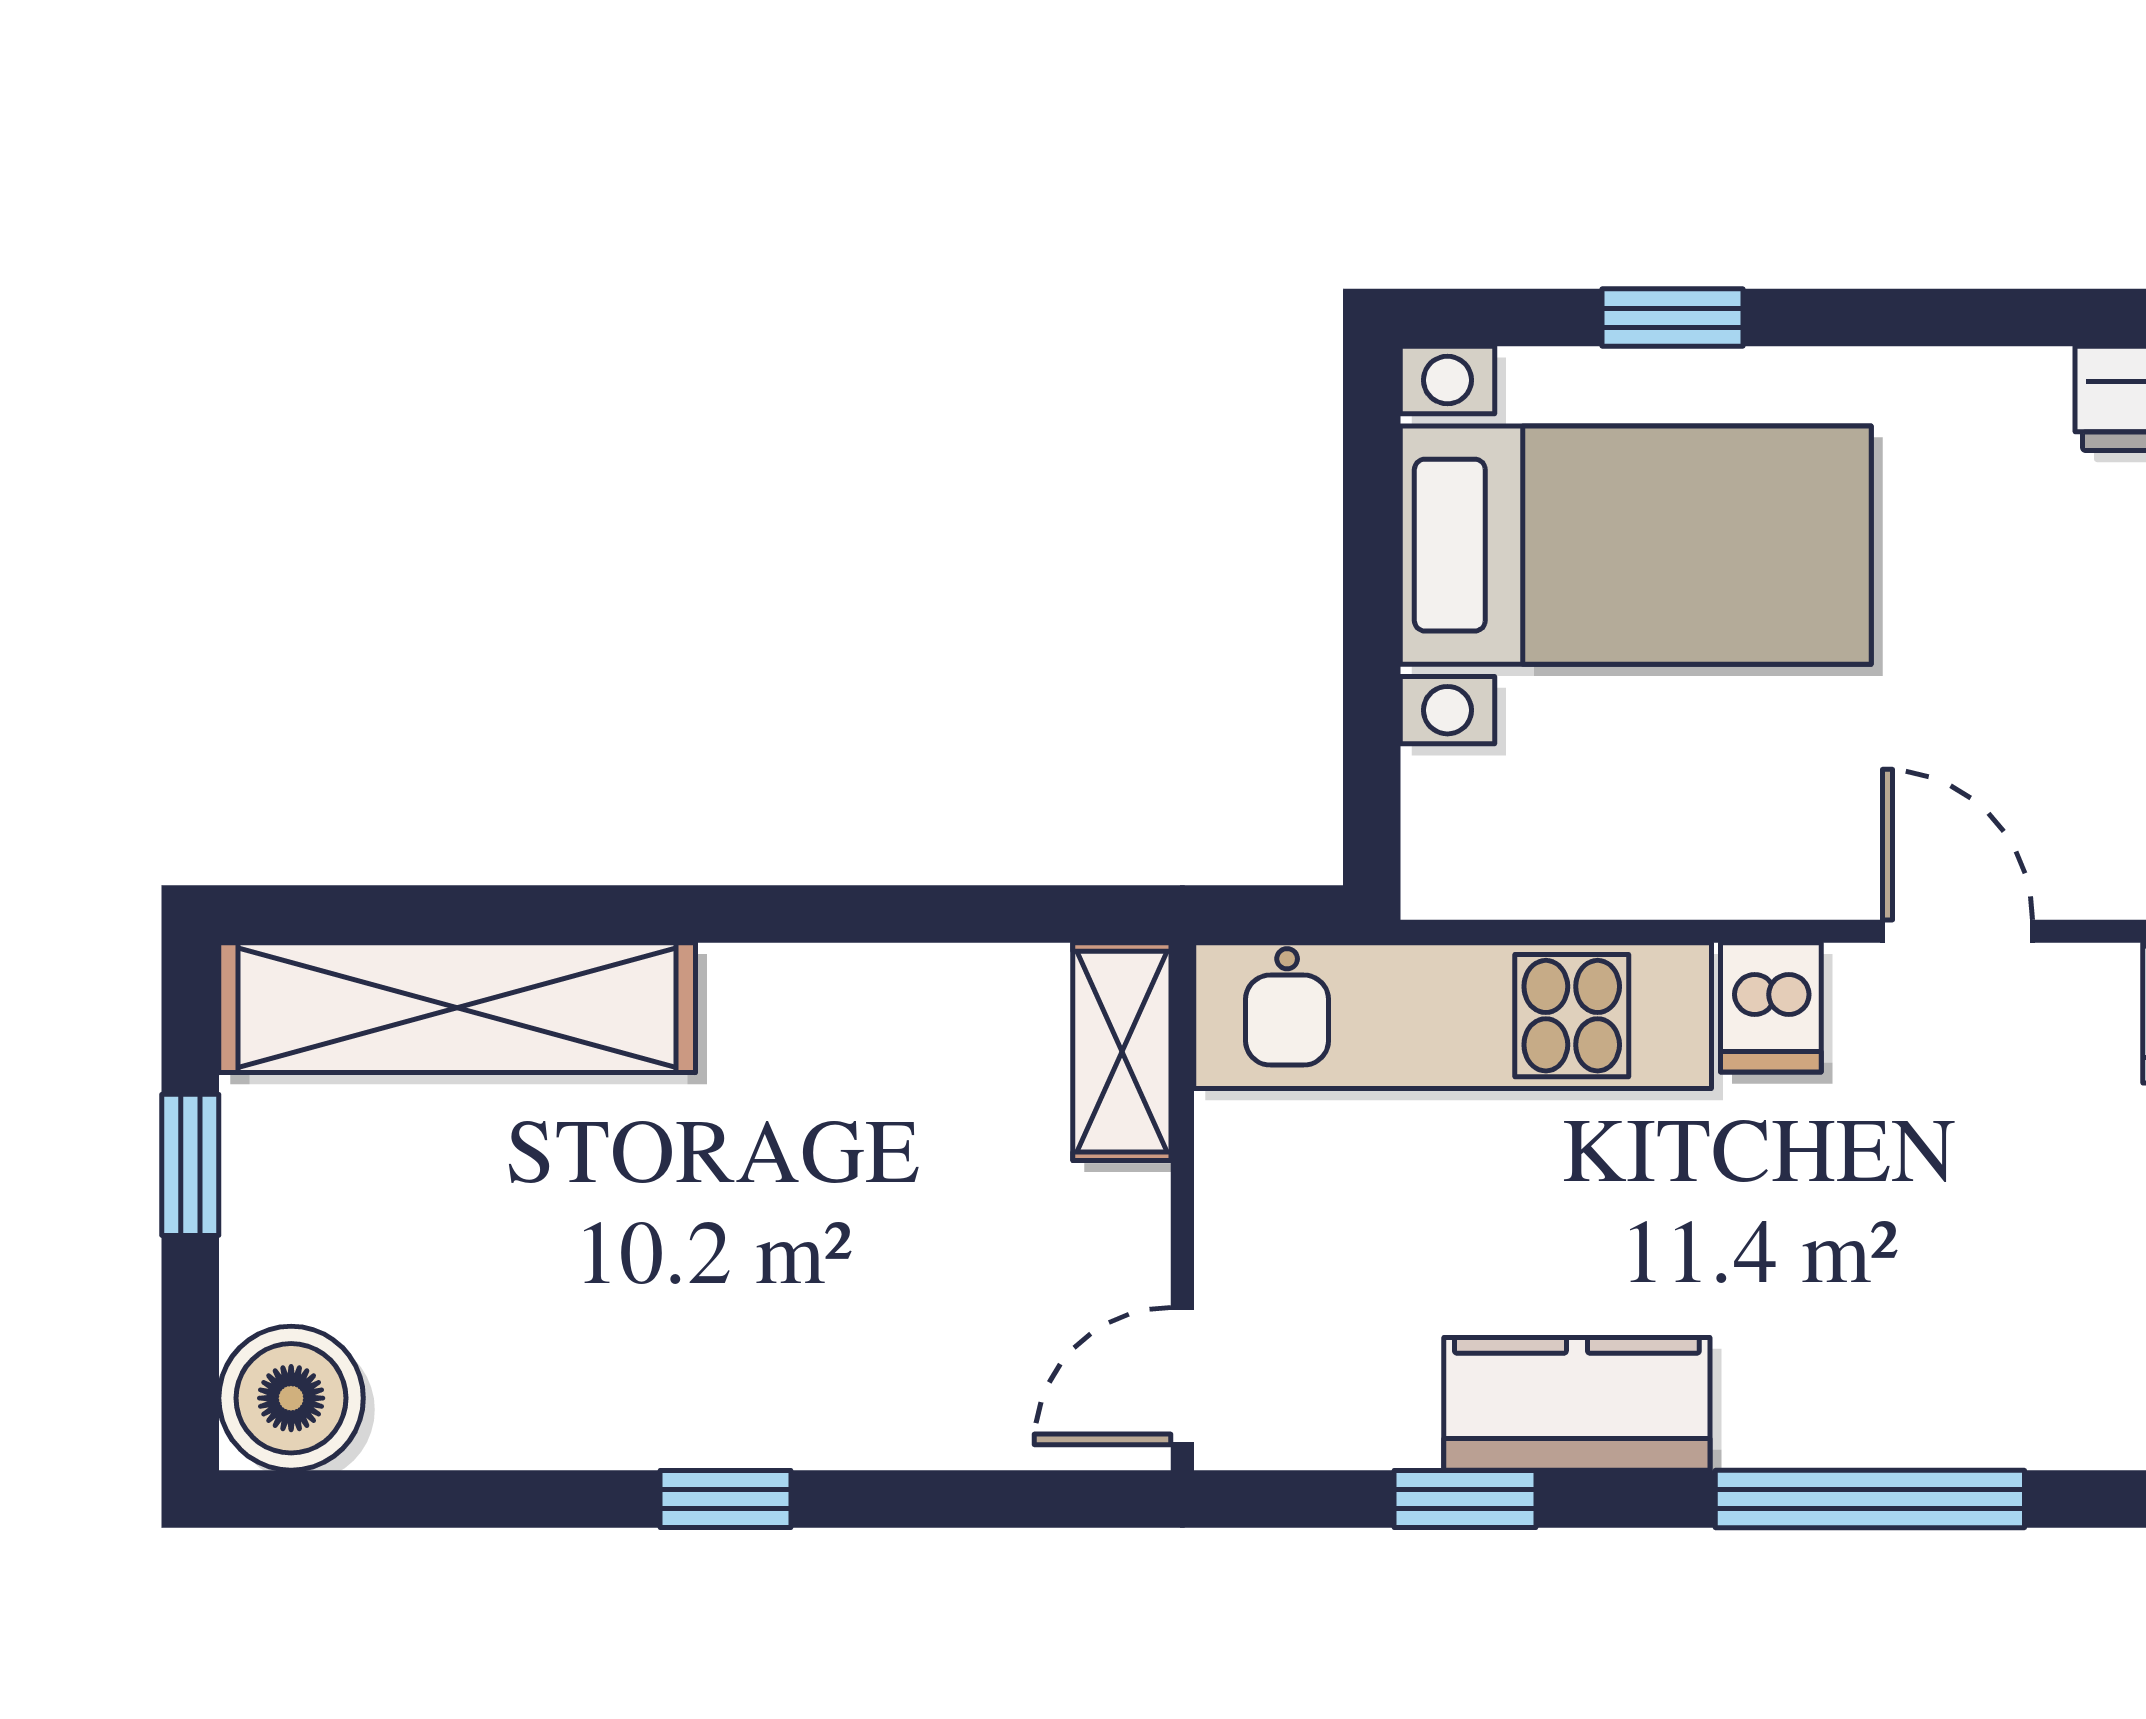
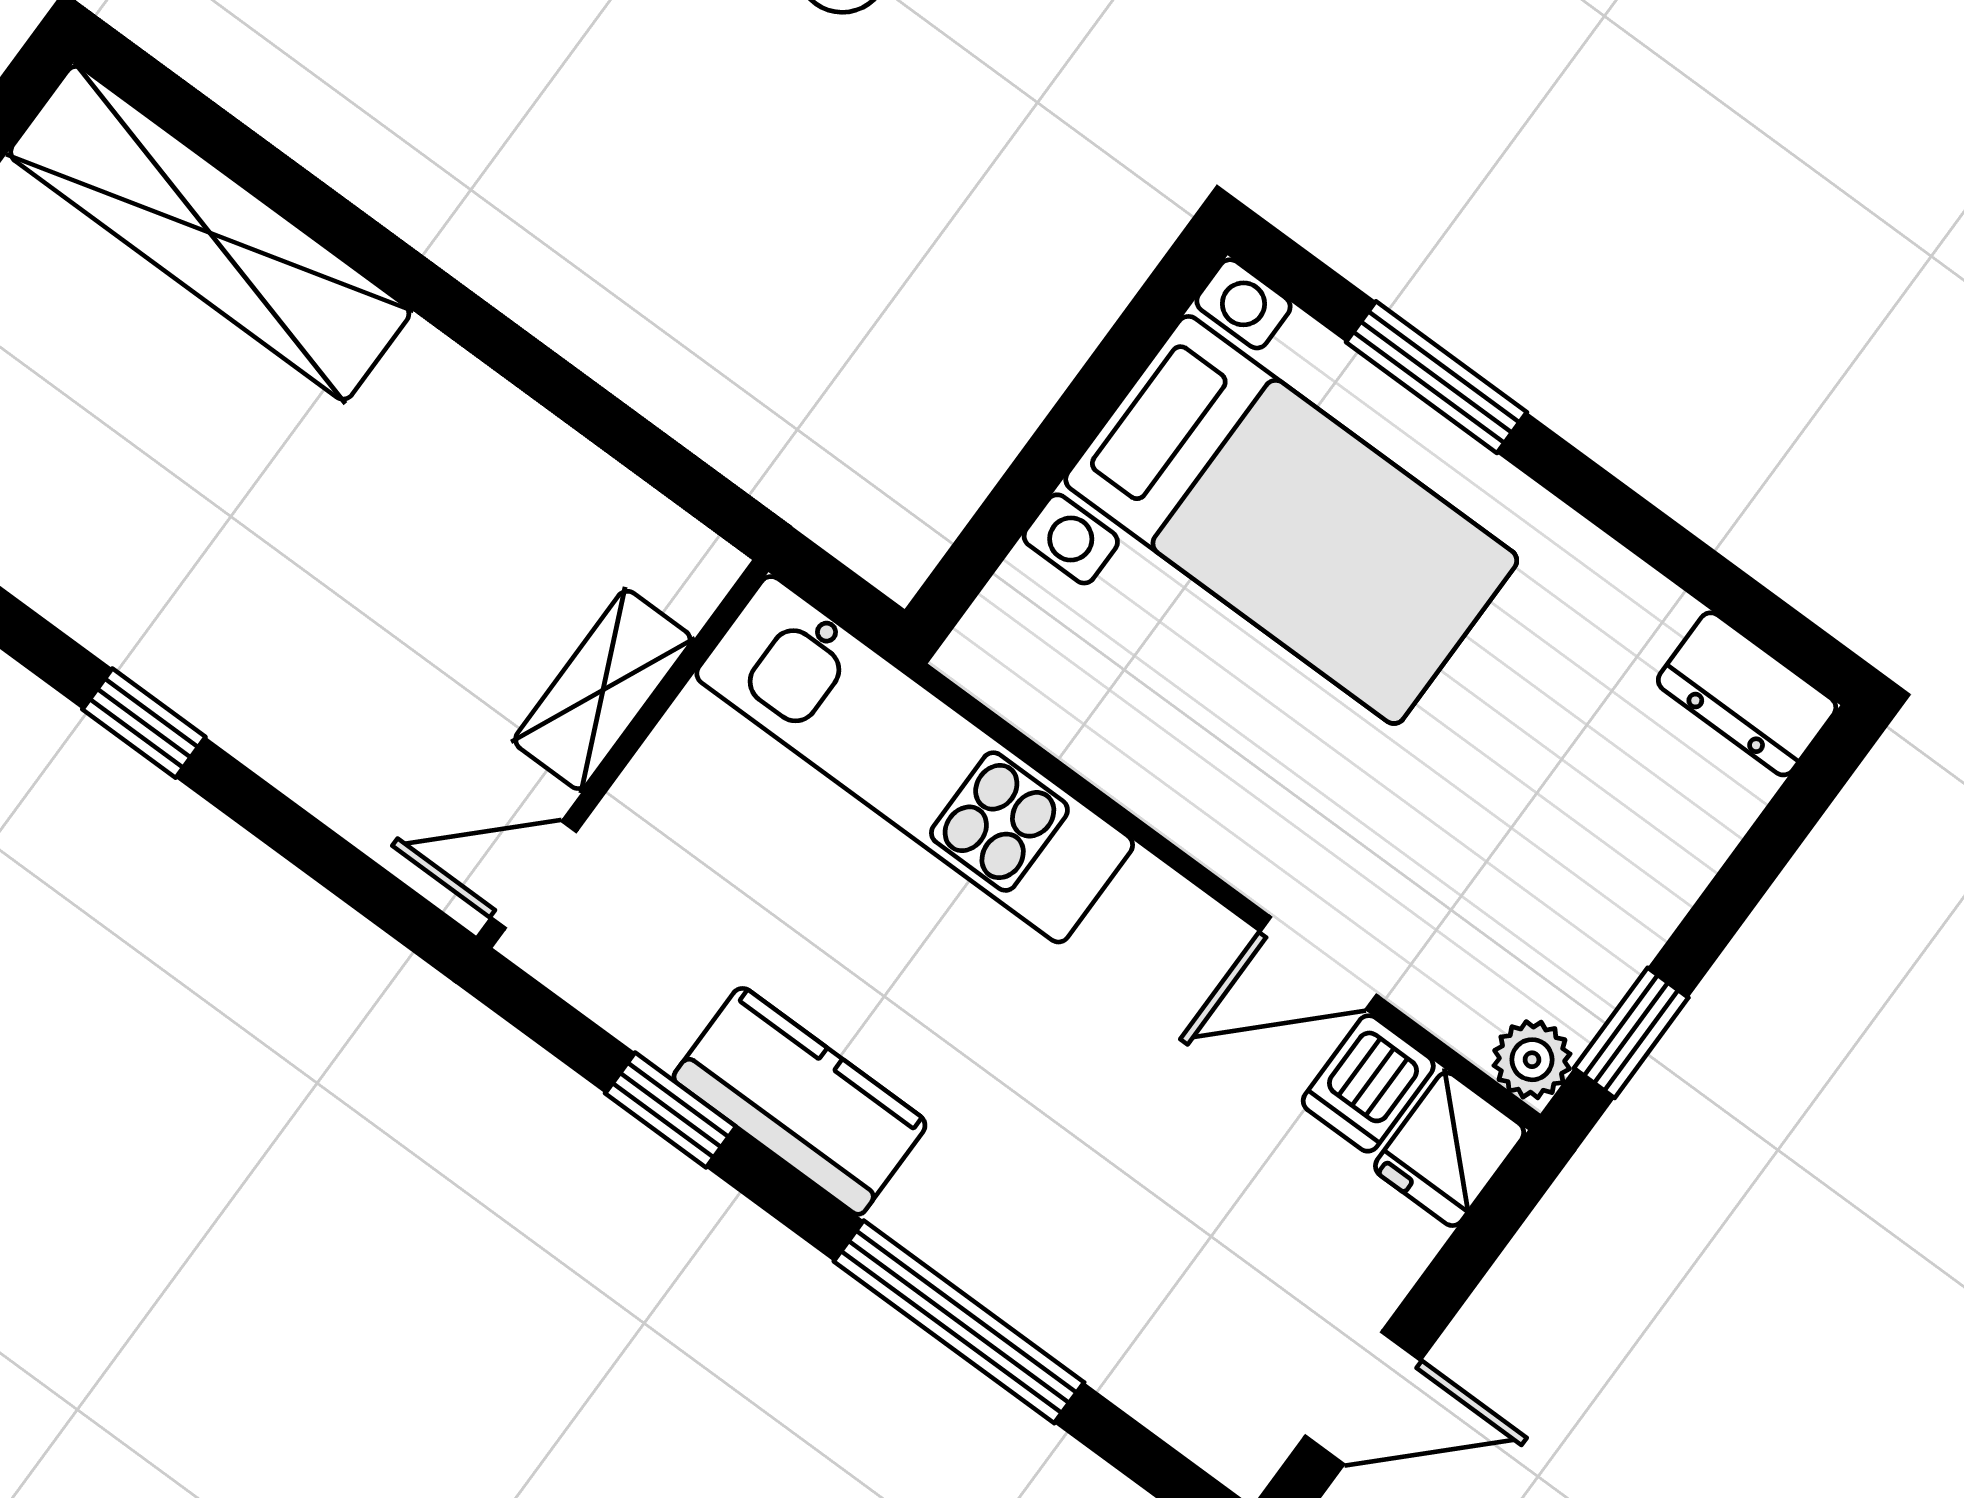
window: (1673, 318) -> (1436, 377), width x1.50
door: (1957, 931) -> (1318, 963), swing flipped
dishwasher: (1771, 1007) -> (1368, 1083), moved
shelving: (1122, 1052) -> (603, 690), moved

